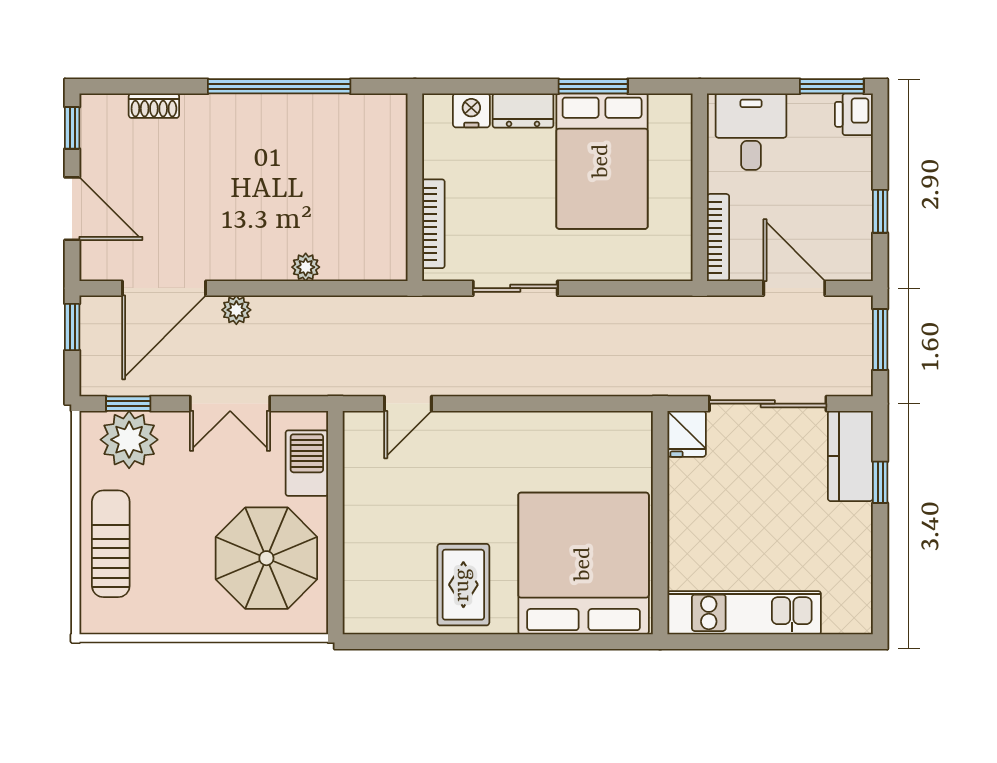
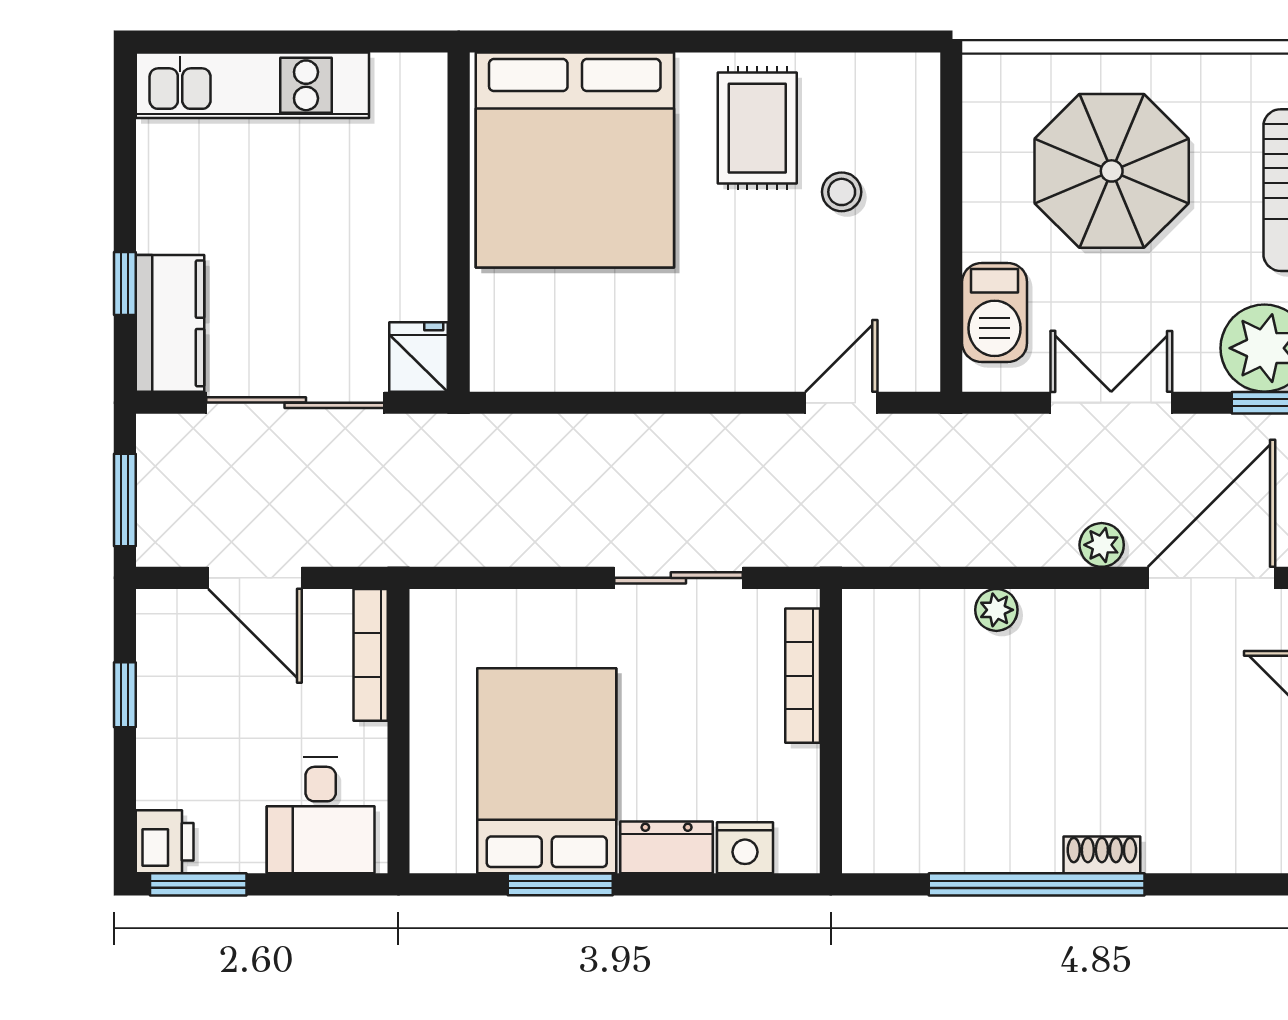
shoe rack: (154, 106) -> (1102, 855), moved
stool: (408, 543) -> (842, 192), added
parasol: (266, 558) -> (1112, 171), moved
kitchen unit: (744, 613) -> (252, 85), moved

